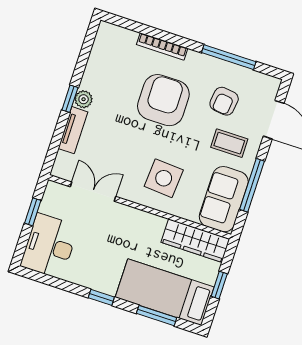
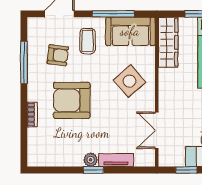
bookcase: (162, 46) -> (32, 114), width x0.64
side table: (164, 178) -> (130, 81), turned 45

